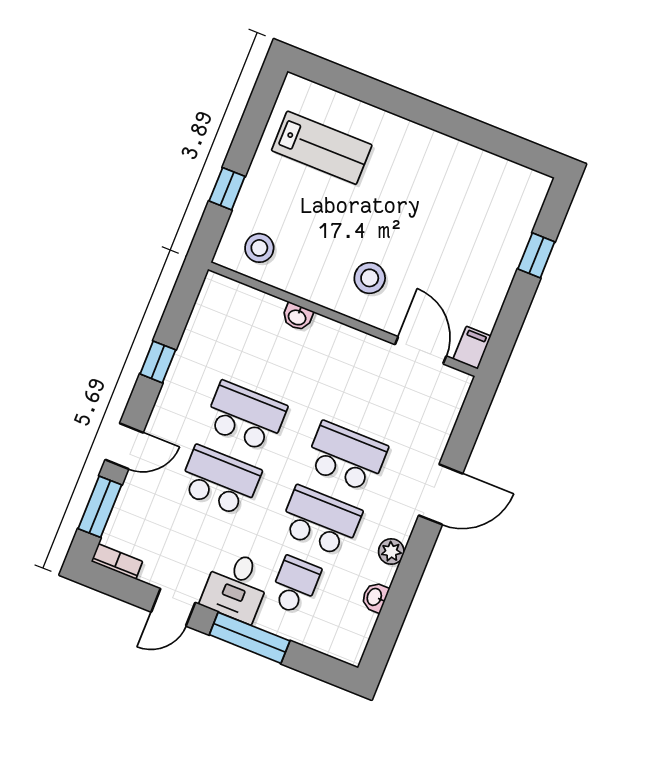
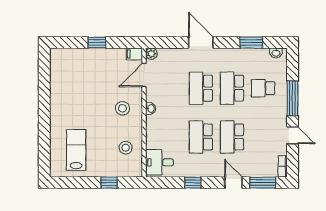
stool: (259, 248) -> (126, 148), moved
window: (536, 255) -> (97, 43), moved
washbasin: (297, 317) -> (151, 109), moved
plant: (391, 551) -> (151, 54), moved
desk: (236, 586) -> (160, 162), moved, turned 180
washbasin: (375, 597) -> (276, 53), moved
window: (399, 599) -> (251, 43), added

